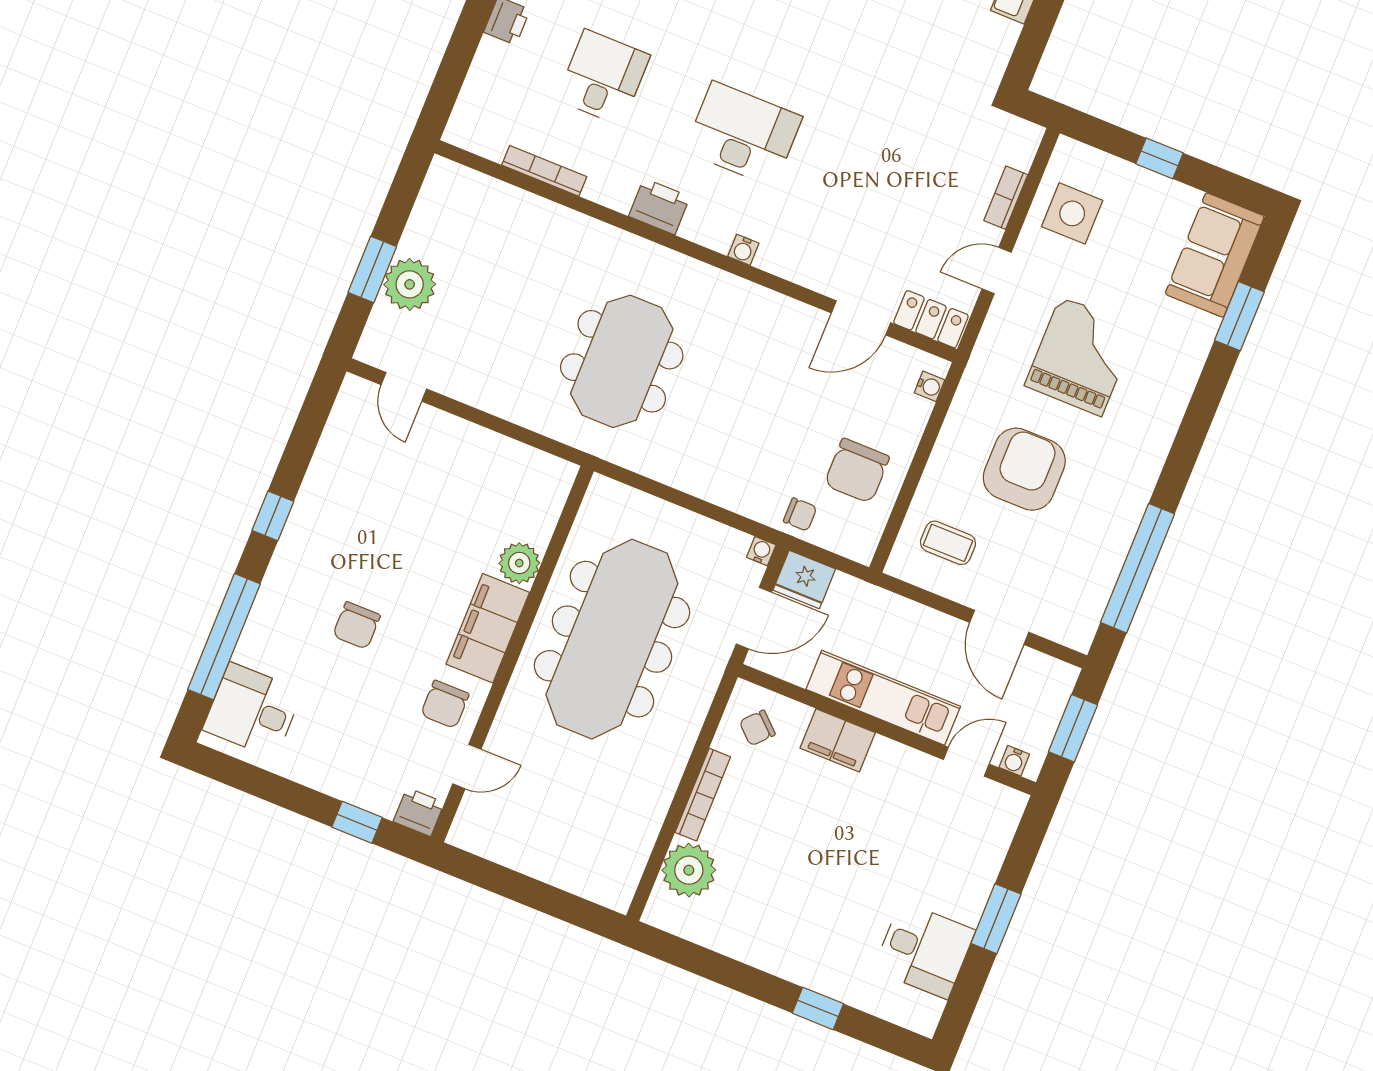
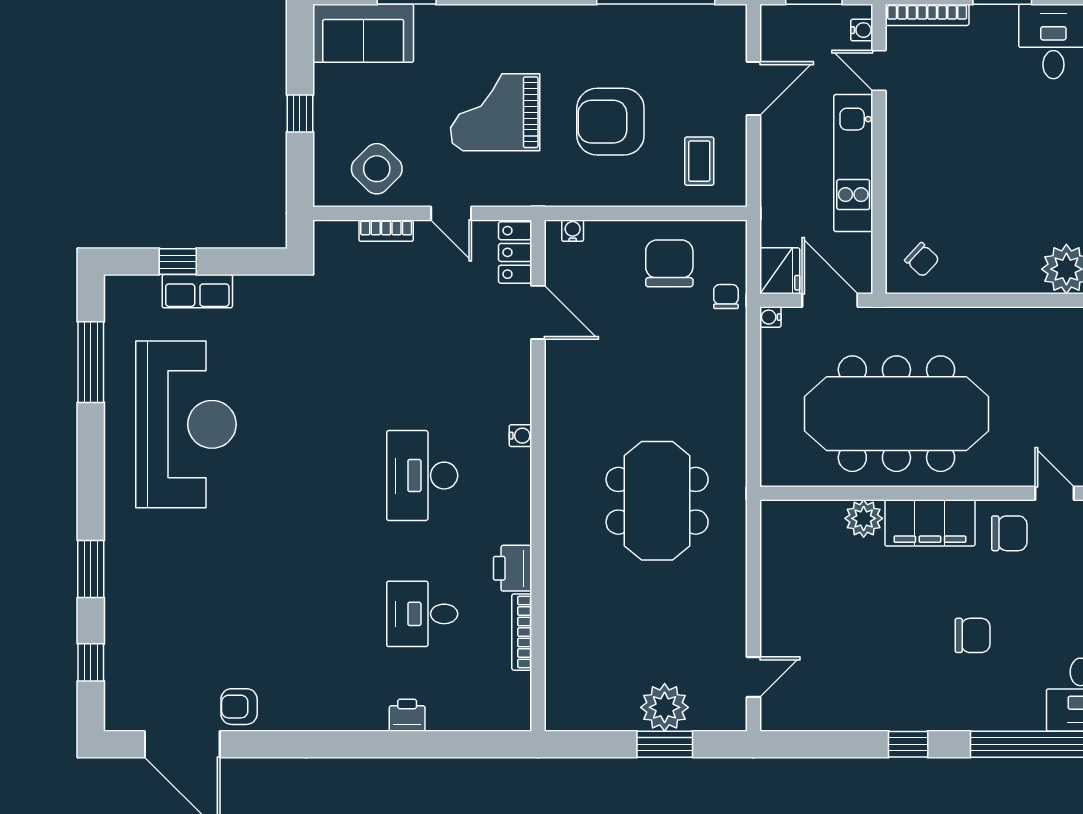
printer: (659, 206) -> (513, 568), moved
side table: (1072, 213) -> (377, 169), turned 45
meeting table: (622, 361) -> (657, 501), turned 90
chair: (857, 471) -> (669, 263), turned -90
filing cabinet: (838, 740) -> (905, 187), removed
bookcase: (703, 795) -> (927, 15), moved, turned 180

